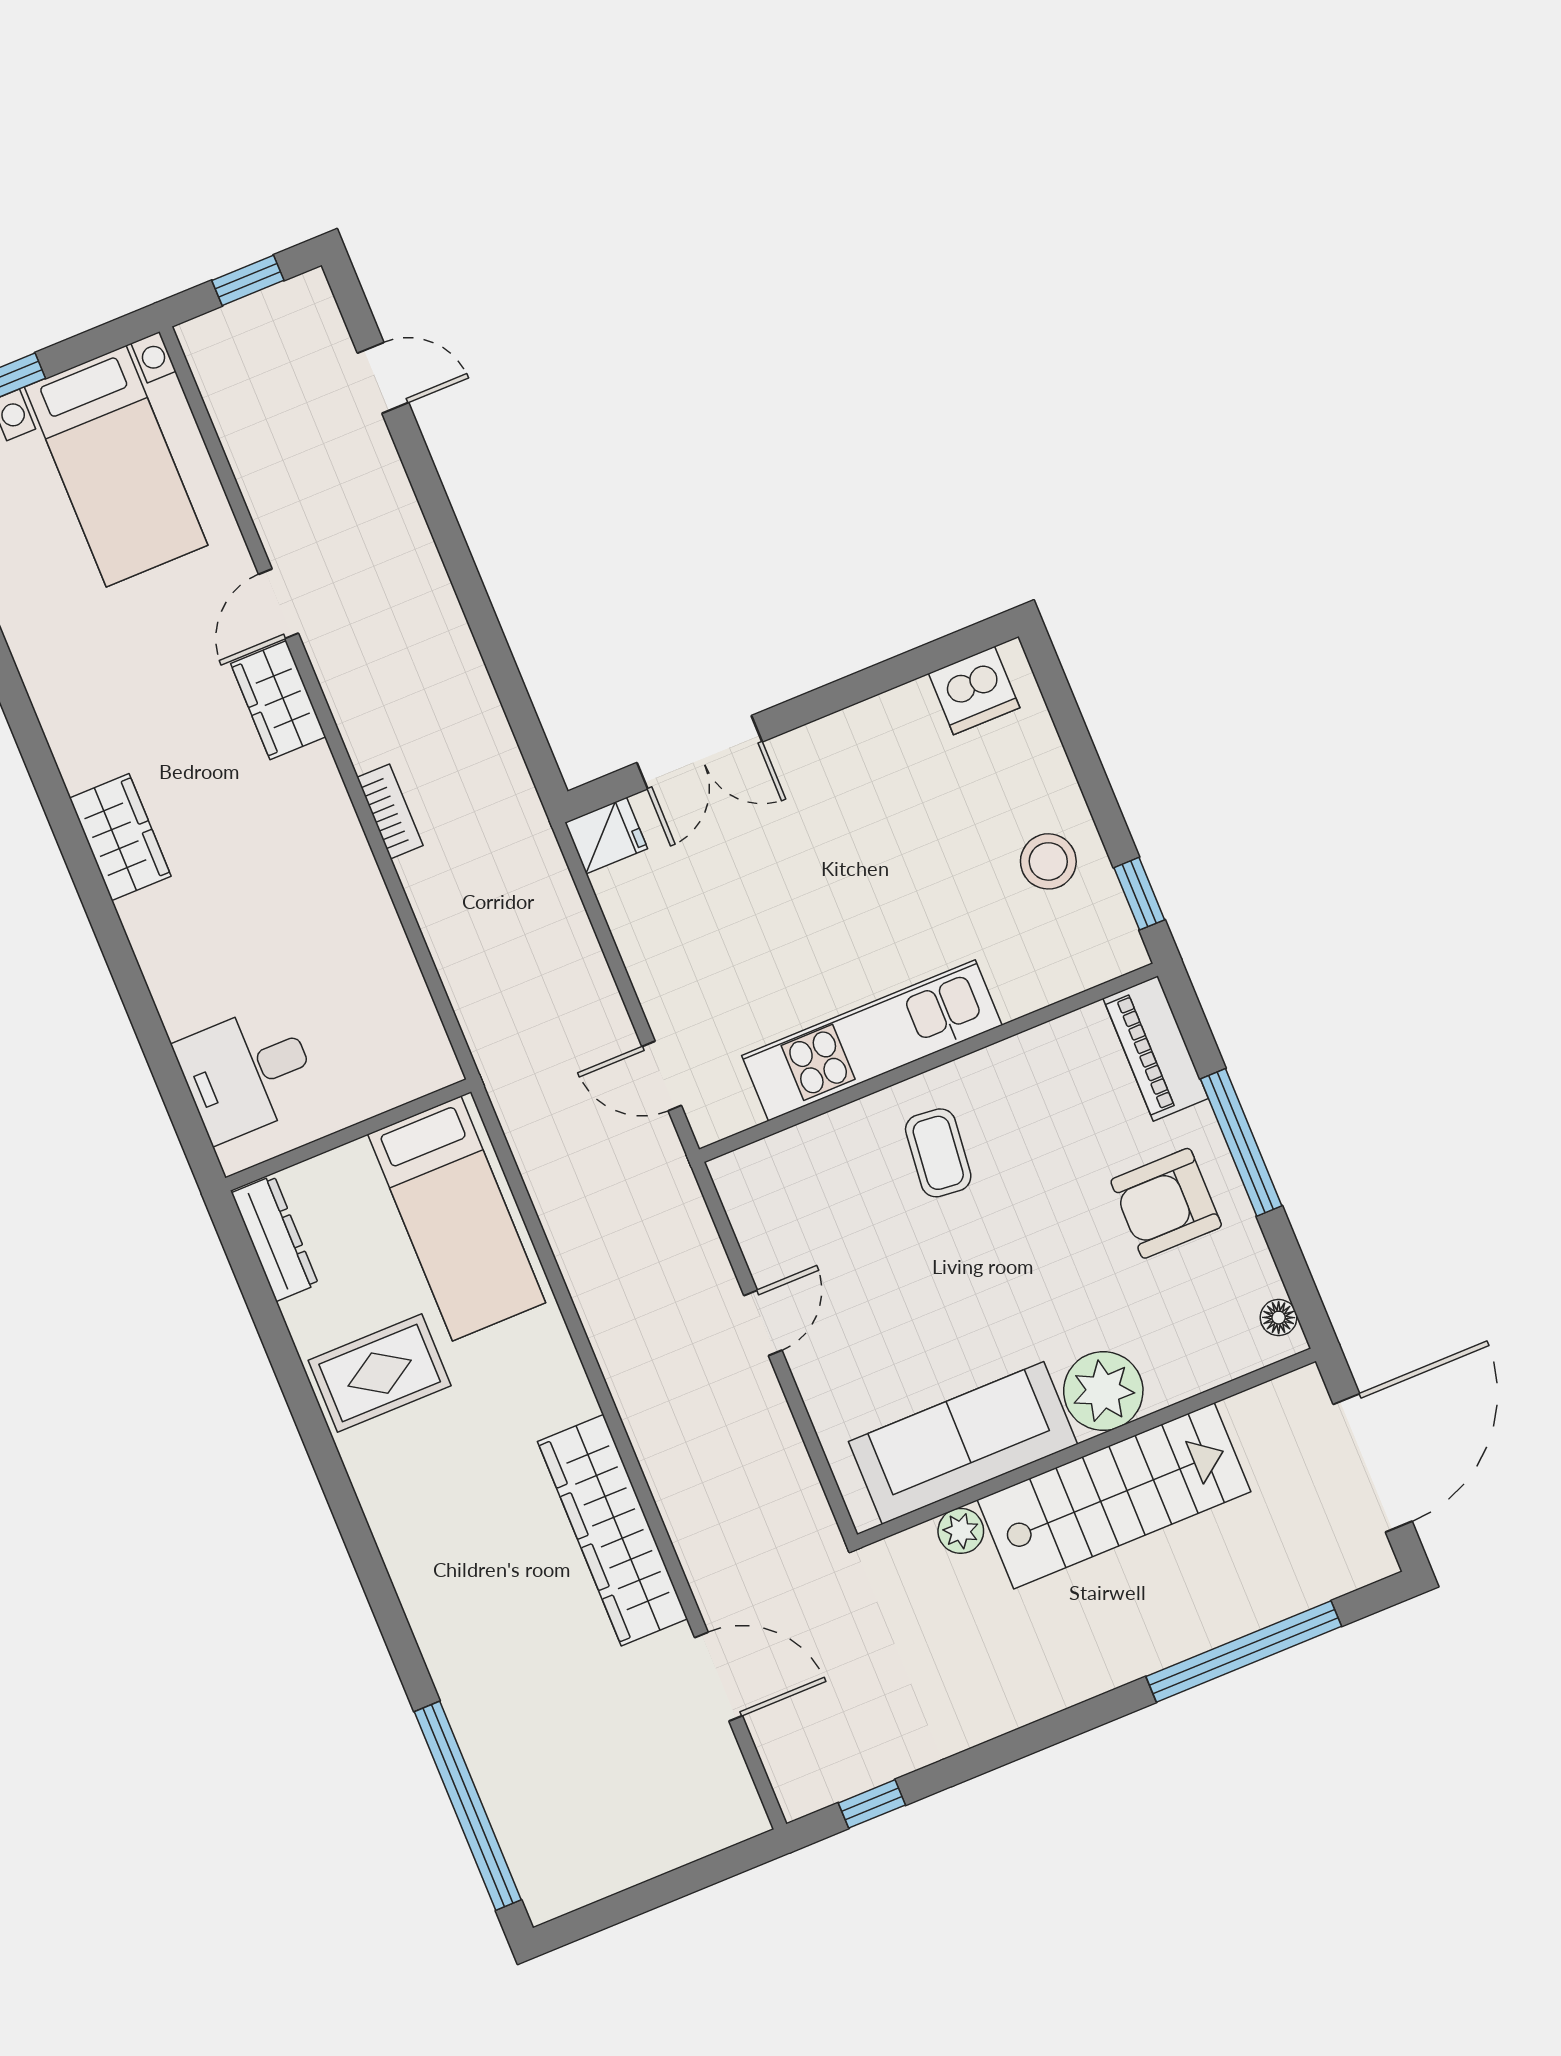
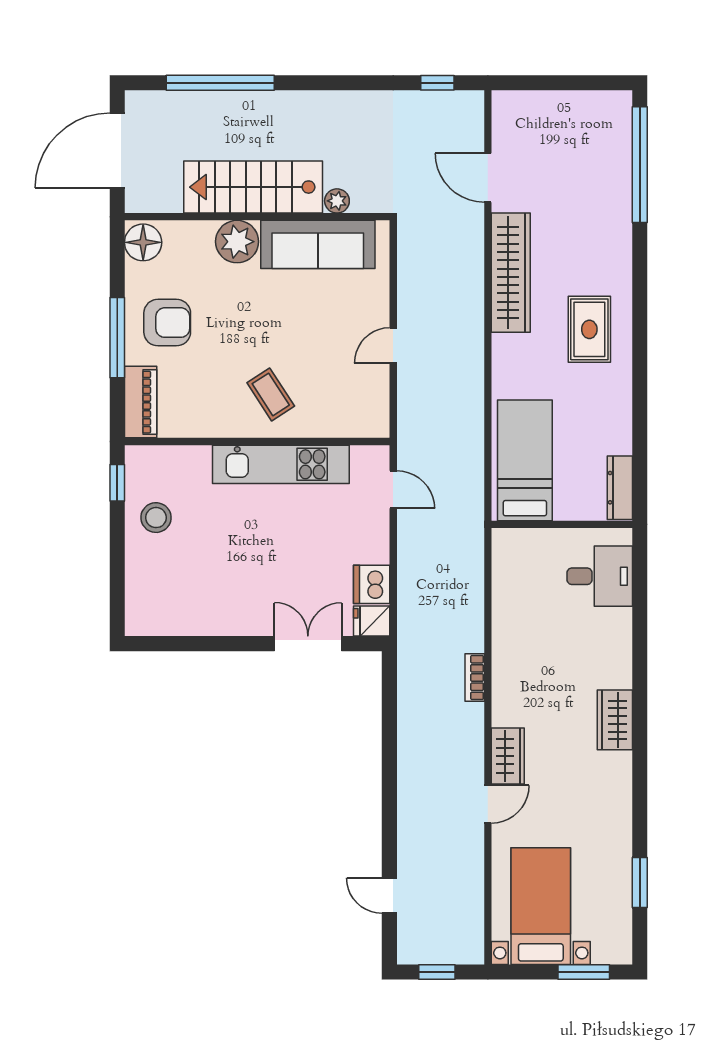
dishwasher: (974, 691) -> (372, 584), moved, turned -90
coffee table: (938, 1153) -> (271, 394), turned -39
floor lamp: (1279, 1318) -> (143, 242), width x1.89, depth x1.89
rug: (380, 1373) -> (589, 329), moved, turned 90

